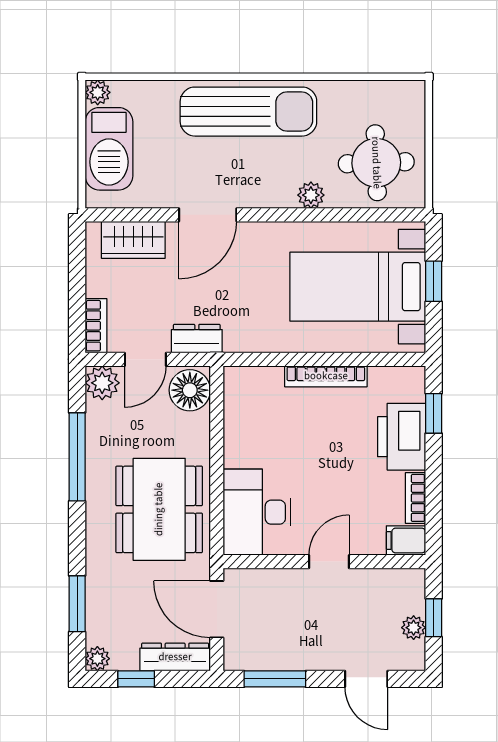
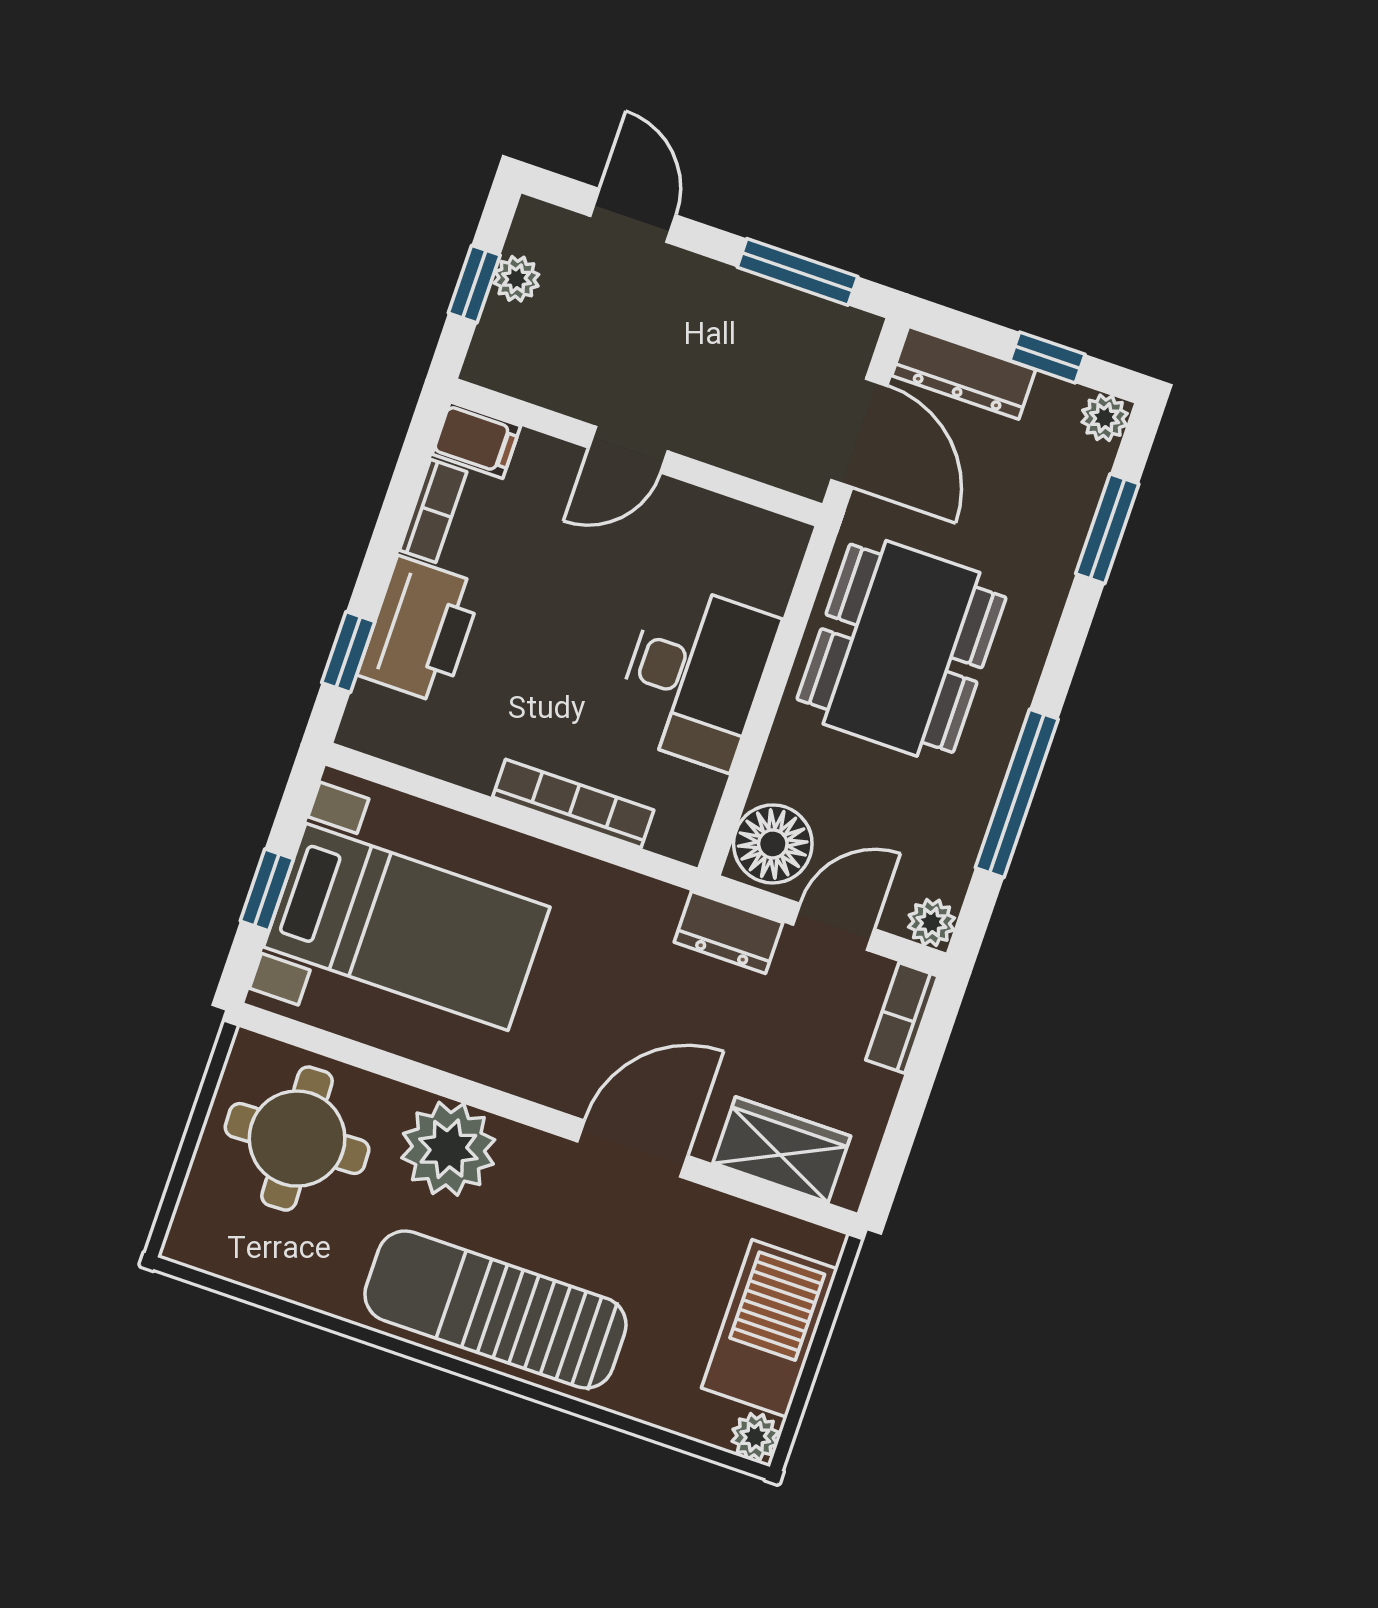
plant: (311, 195) -> (448, 1149), width x1.88, depth x1.88
bookcase: (326, 376) -> (573, 804), moved
plant: (102, 383) -> (931, 922), width x0.73, depth x0.73
desk: (257, 512) -> (695, 676), moved

